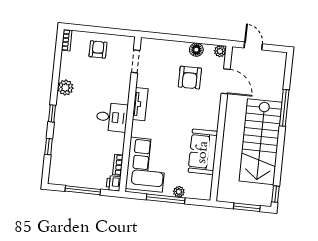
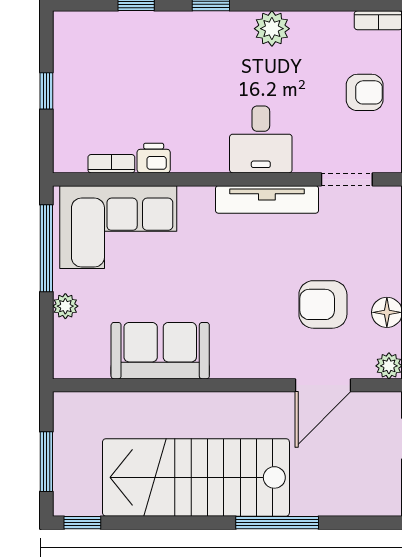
tv unit: (140, 104) -> (267, 199), width x1.41
desk: (112, 117) -> (261, 139), moved
printer: (113, 183) -> (154, 158), moved
window: (83, 190) -> (46, 91), width x0.46
window: (166, 199) -> (46, 248), moved

